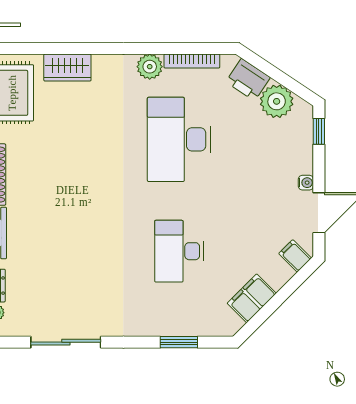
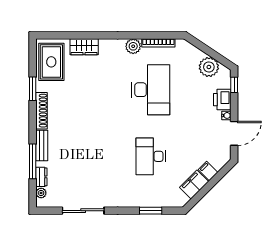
printer: (248, 80) -> (222, 100), moved, turned 56
desk: (179, 139) -> (151, 90), turned 180
filing cabinet: (295, 256) -> (208, 171), moved

